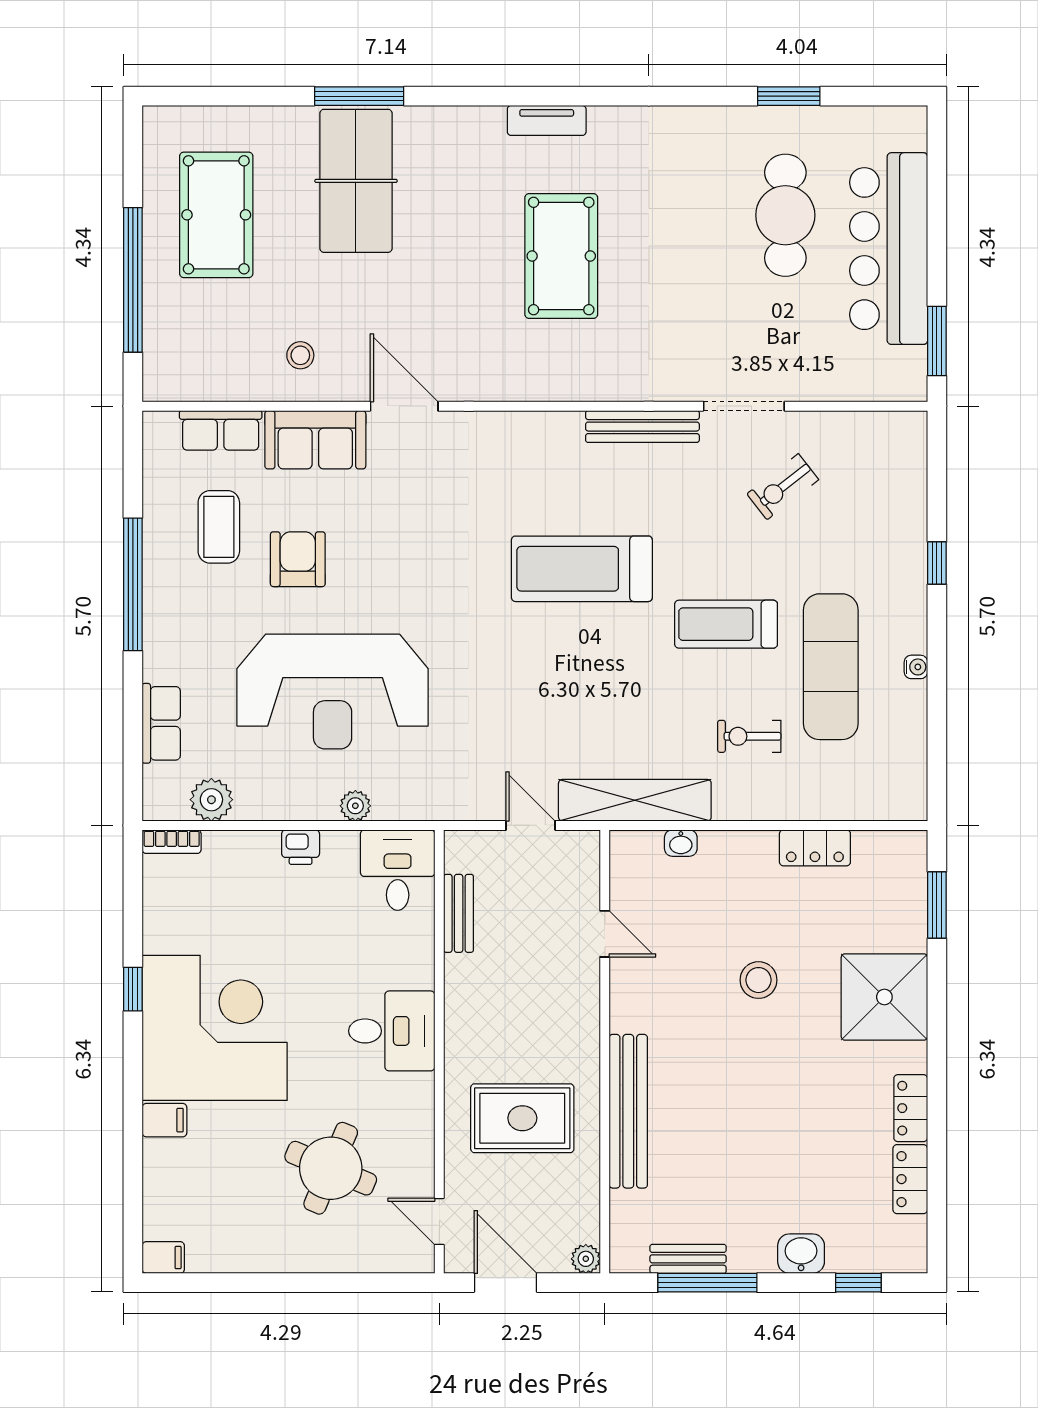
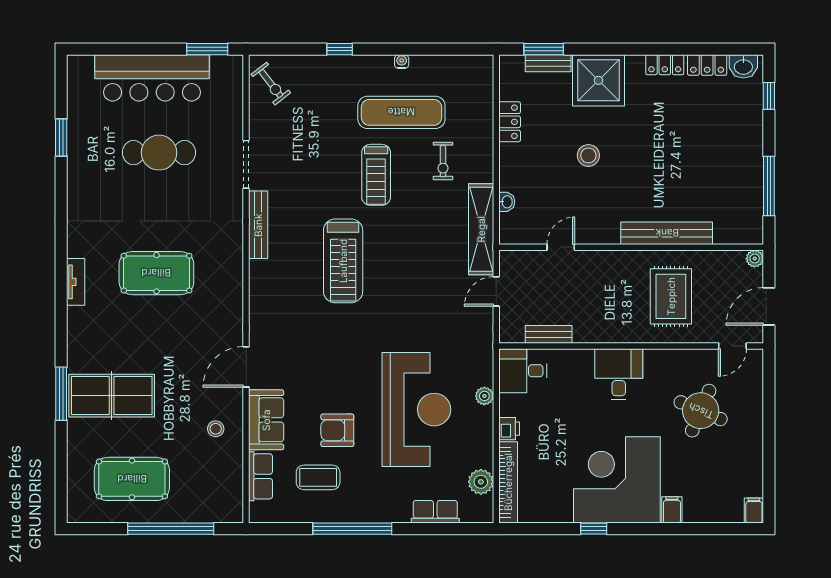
cafe table: (785, 215) -> (159, 153), moved
exercise bike: (783, 487) -> (271, 84), moved
bookcase: (172, 842) -> (508, 482), width x2.31, depth x1.31
washbasin: (801, 1254) -> (743, 66), moved, turned -90
bench: (688, 1259) -> (548, 63), moved, turned 90

